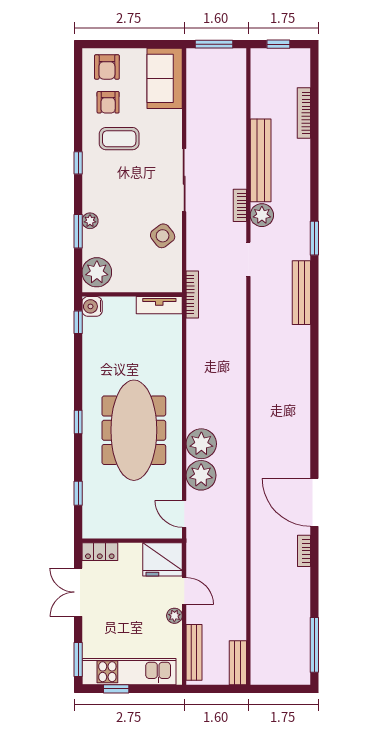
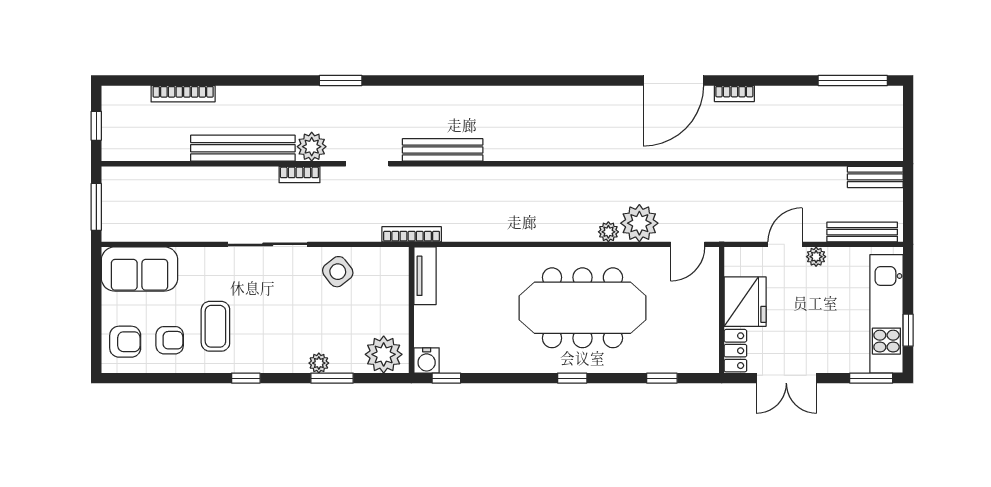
bench: (301, 293) -> (443, 150), moved
plant: (201, 444) -> (608, 232), width x0.53, depth x0.53
fridge: (163, 559) -> (745, 302), moved

